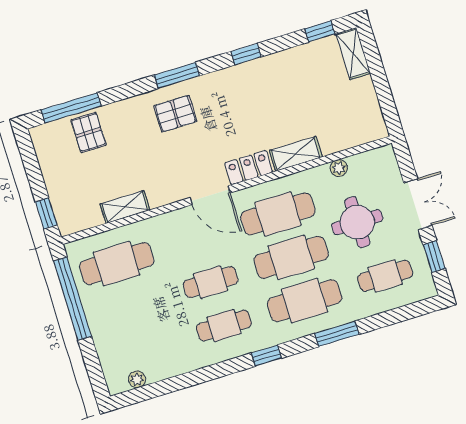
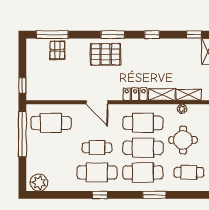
pallet: (175, 114) -> (106, 54), width x1.50, depth x1.42
door: (210, 195) -> (97, 102), moved
shelving: (125, 207) -> (189, 95), moved
cafe table: (224, 325) -> (97, 172), width x1.37, depth x1.35
window: (266, 356) -> (100, 195), moved
plant: (137, 379) -> (39, 182), width x1.88, depth x1.88

